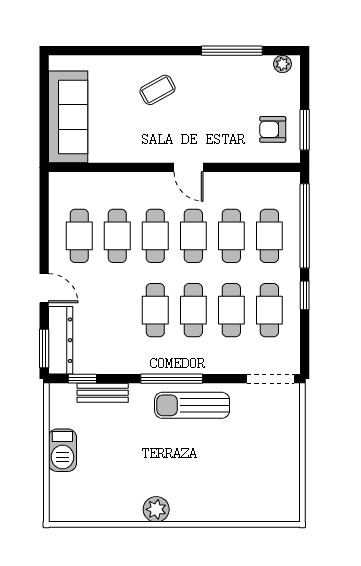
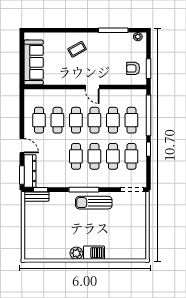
bench: (103, 393) -> (36, 197), moved
barbecue: (62, 450) -> (94, 253), moved, turned -90

